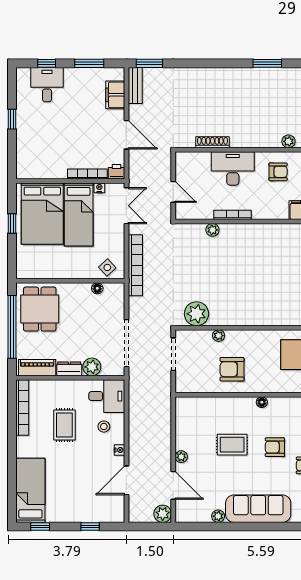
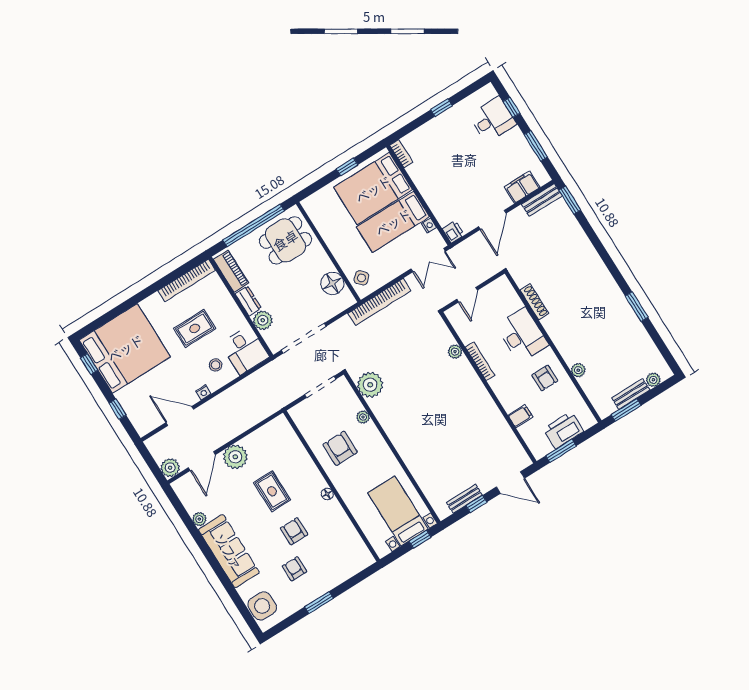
bookcase: (87, 174) -> (401, 154), moved, width x0.64
floor lamp: (97, 288) -> (332, 283), width x1.89, depth x1.89
plant: (181, 457) -> (235, 457), width x1.87, depth x1.87
bed: (30, 490) -> (125, 348), width x2.04

